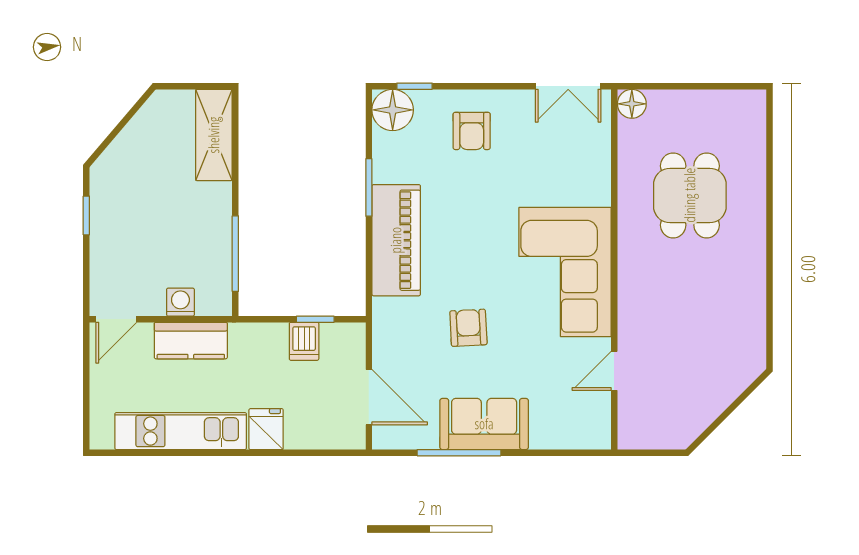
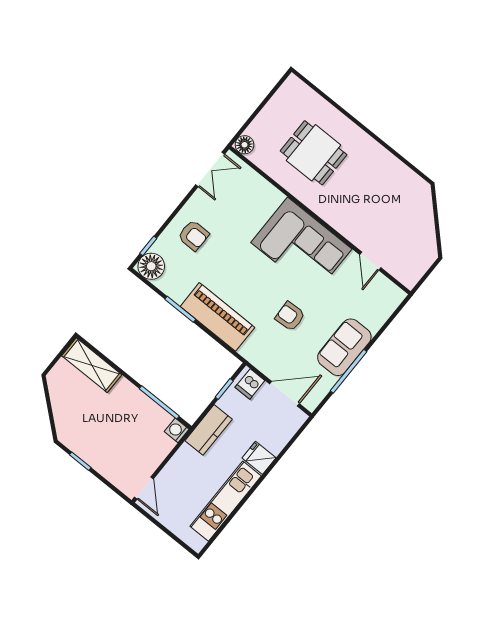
washing machine: (180, 302) -> (177, 430), moved
kitchen counter: (191, 341) -> (209, 430), moved
dishwasher: (304, 341) -> (250, 384), moved, turned 90

